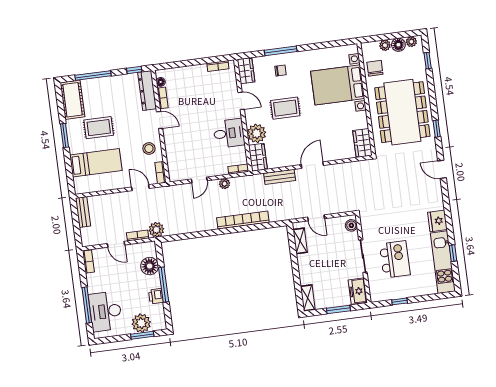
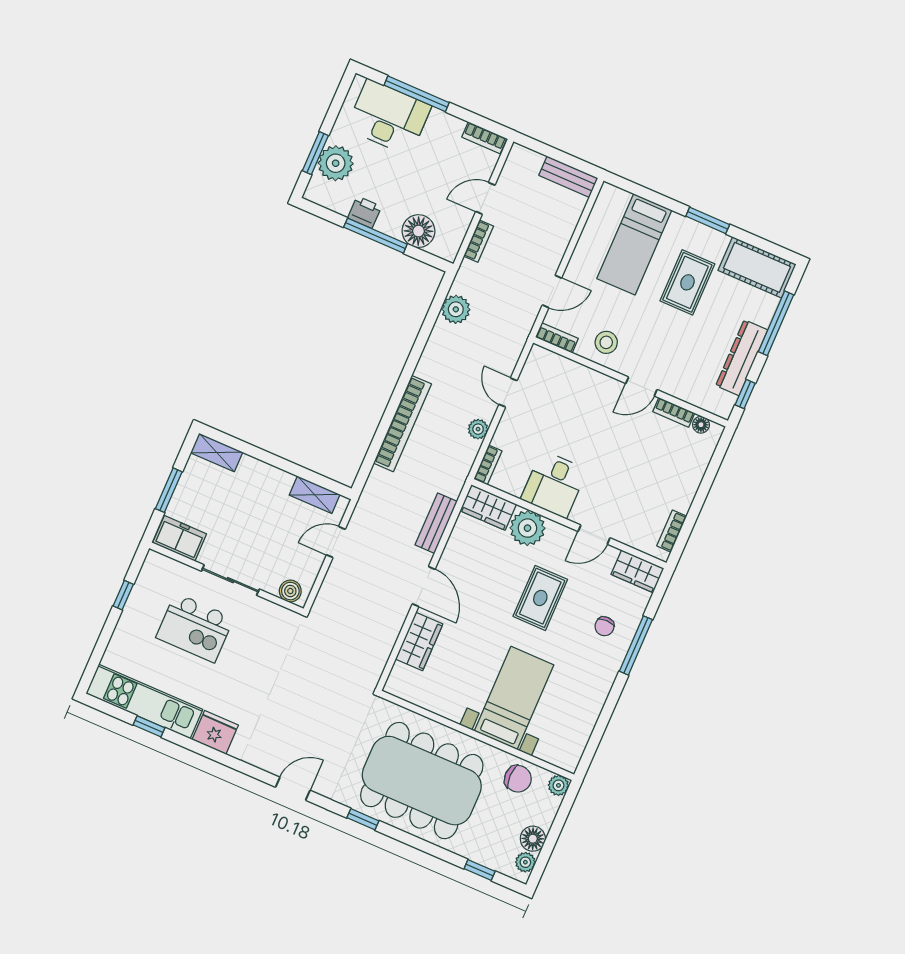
plant: (385, 45) -> (558, 785), moved
bed with nightstands: (338, 85) -> (514, 698), width x0.73
dresser: (147, 91) -> (742, 358), moved, turned -90
wardrobe: (362, 143) -> (419, 642), moved, turned 90
plant: (156, 230) -> (456, 309), moved

